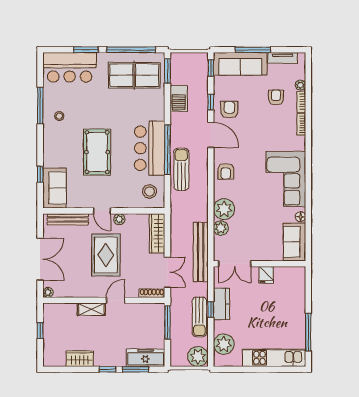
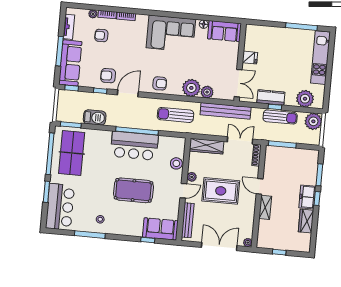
sun lounger: (181, 169) -> (175, 115), moved
stool: (150, 191) -> (176, 163), moved
freezer: (146, 358) -> (307, 197), moved, width x0.71

